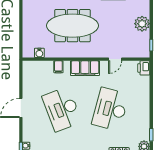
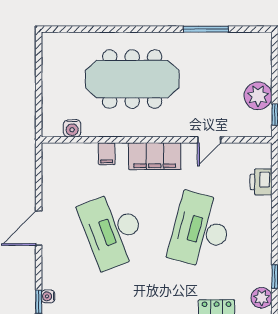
plant: (142, 24) -> (258, 96), moved
printer: (144, 68) -> (261, 182), moved

